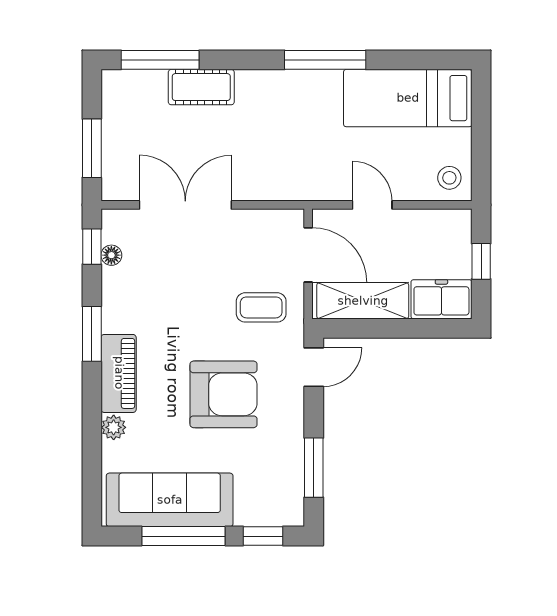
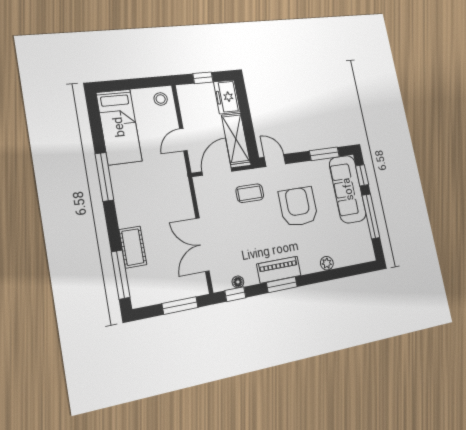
coffee table: (261, 307) -> (250, 193), turned 90
piano: (119, 373) -> (279, 270), moved
sofa: (170, 500) -> (348, 189), moved

